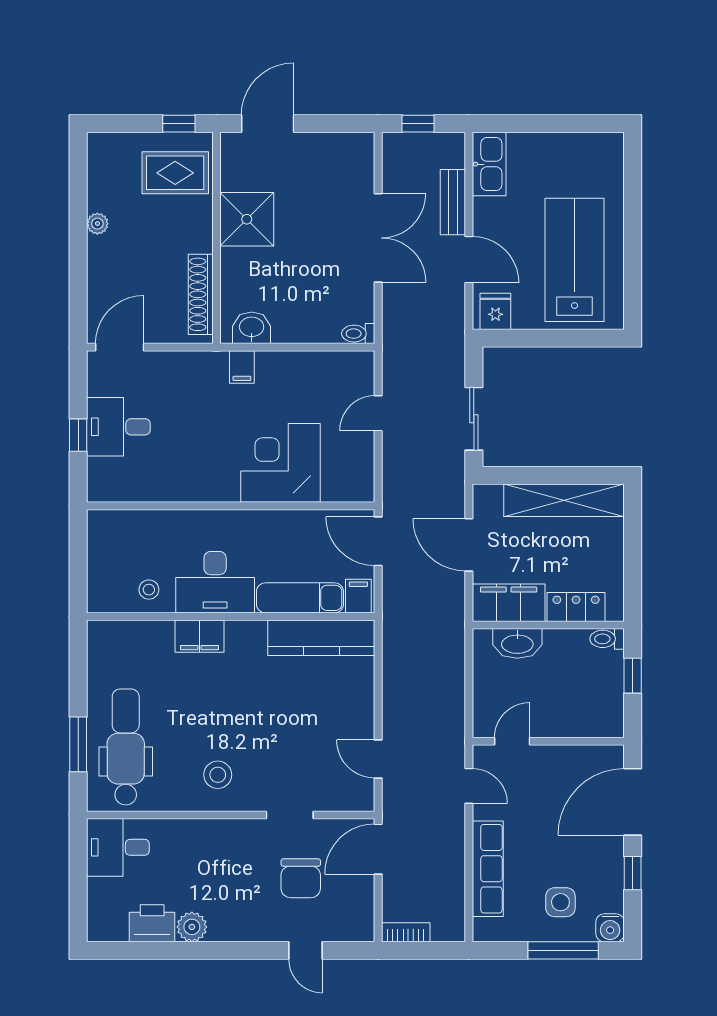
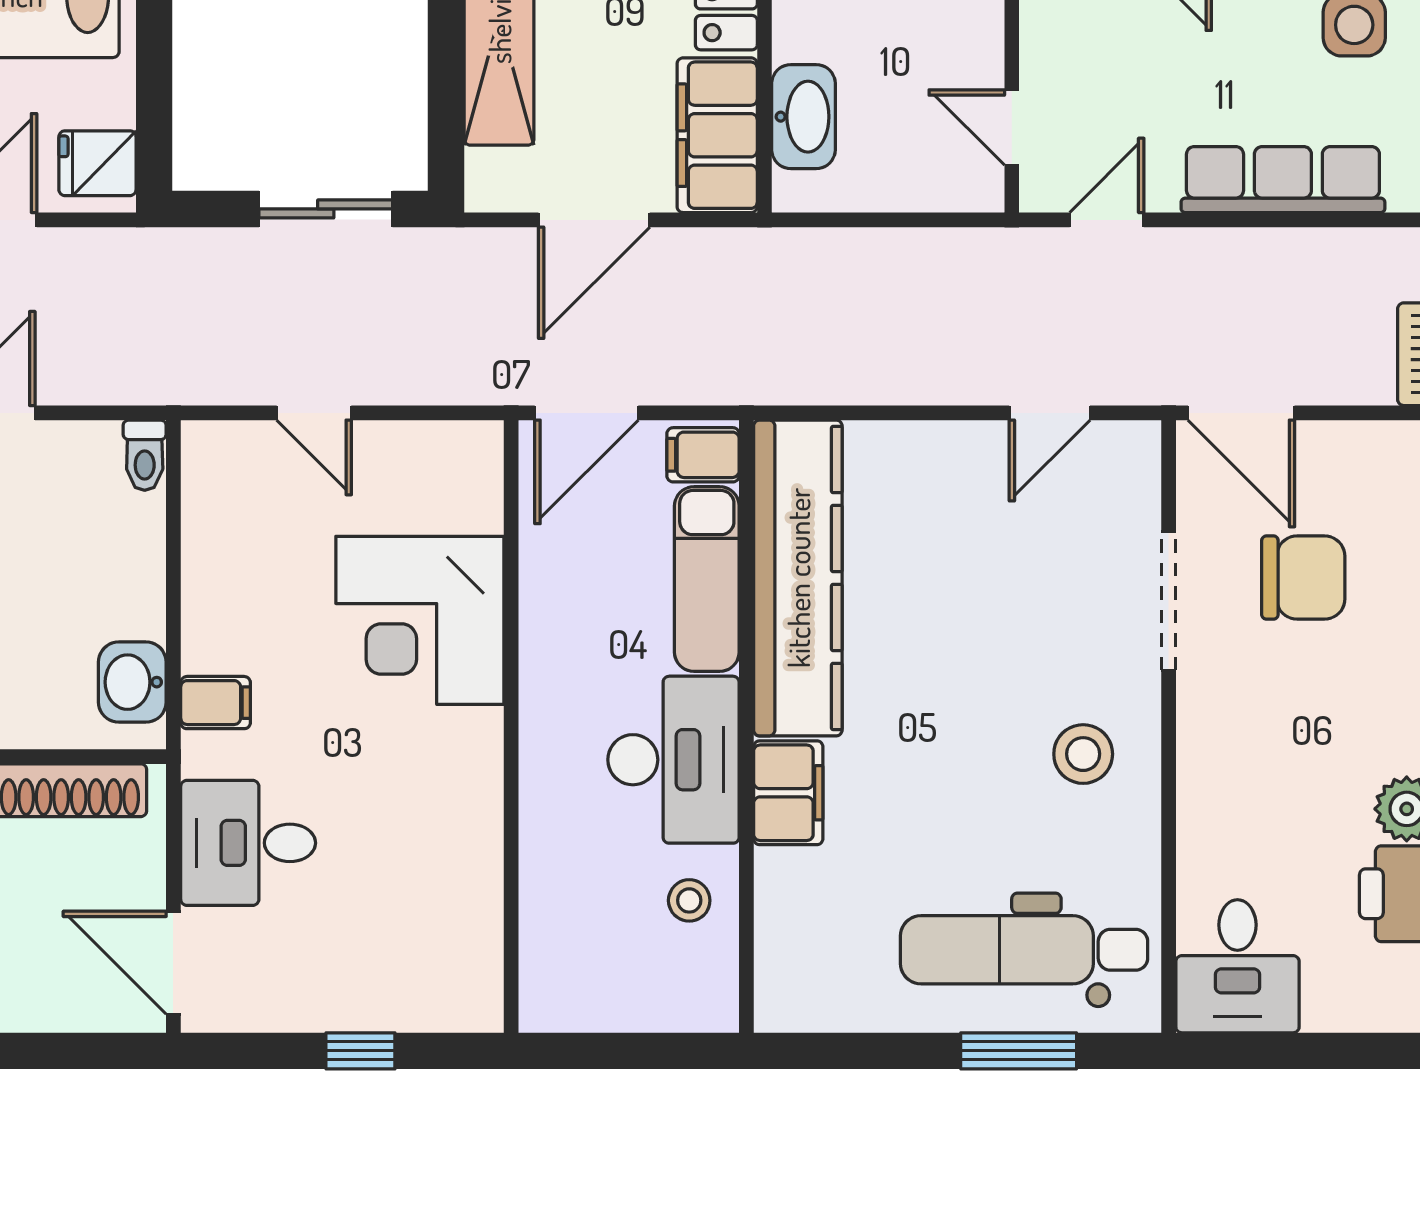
desk: (118, 427) -> (248, 843), moved, turned 90
kitchen counter: (321, 638) -> (798, 578), width x1.39, depth x1.17
doorway: (290, 815) -> (1169, 601), width x1.38

